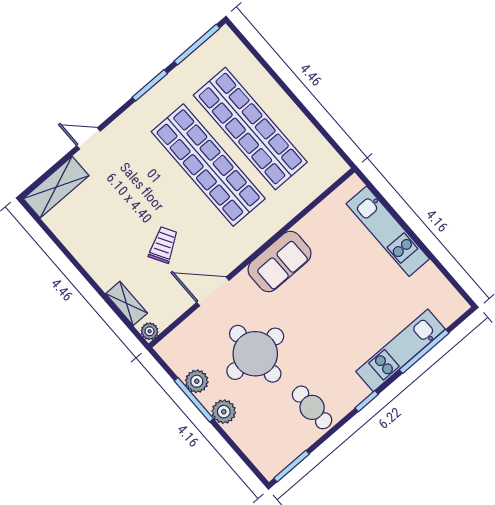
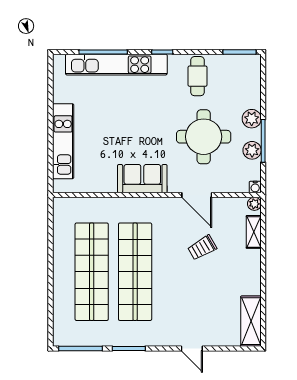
shelving: (56, 187) -> (251, 321), moved, turned 90
water cooler: (163, 348) -> (255, 187), added
kitchen unit: (401, 350) -> (116, 65), width x1.36

